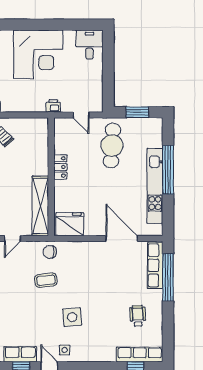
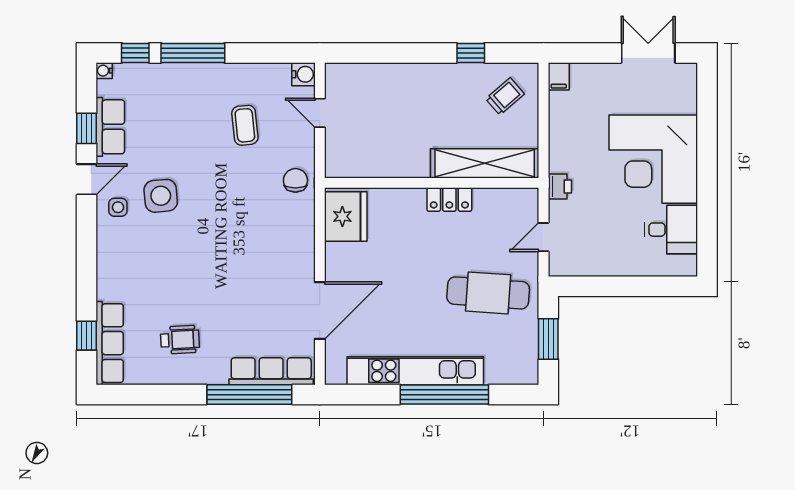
desk: (89, 44) -> (671, 230), moved
shelving: (40, 206) -> (485, 163), moved
coffee table: (46, 280) -> (245, 125), moved
side table: (72, 317) -> (161, 196), moved

